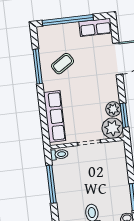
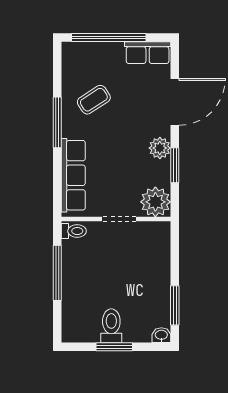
window: (38, 66) -> (57, 122), moved
plant: (113, 109) -> (160, 148), moved
window: (124, 115) -> (175, 165), moved

